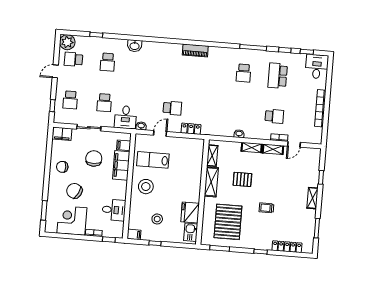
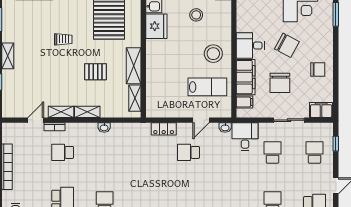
chair: (74, 191) -> (287, 45), moved
desk: (114, 210) -> (250, 46), moved

